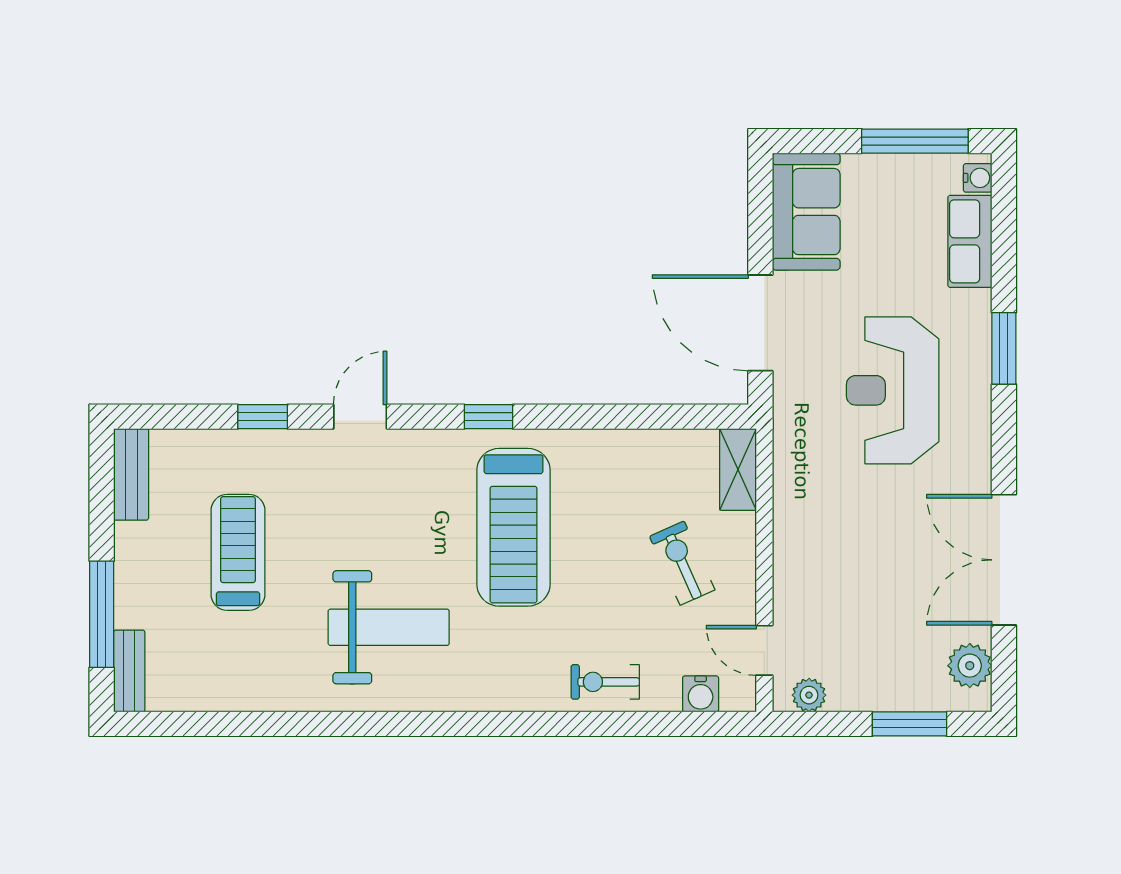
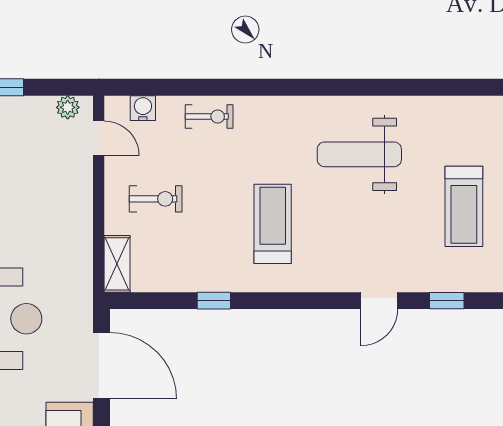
window: (489, 417) -> (214, 301), moved
treadmill: (514, 527) -> (273, 224), width x0.73, depth x0.73
exercise bike: (682, 563) -> (156, 199), turned -66

